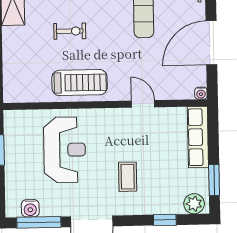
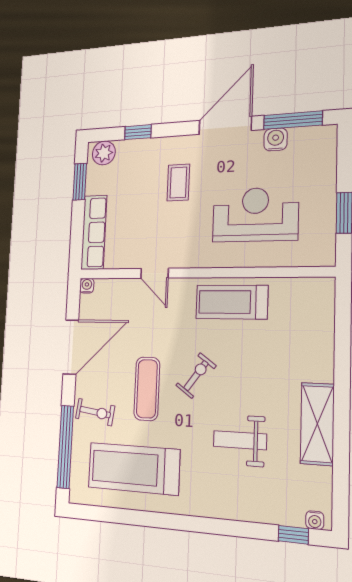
exercise bike: (70, 31) -> (196, 376), moved, turned 126
reception desk: (65, 150) -> (255, 215), turned 90
water cooler: (30, 208) -> (276, 139), moved

